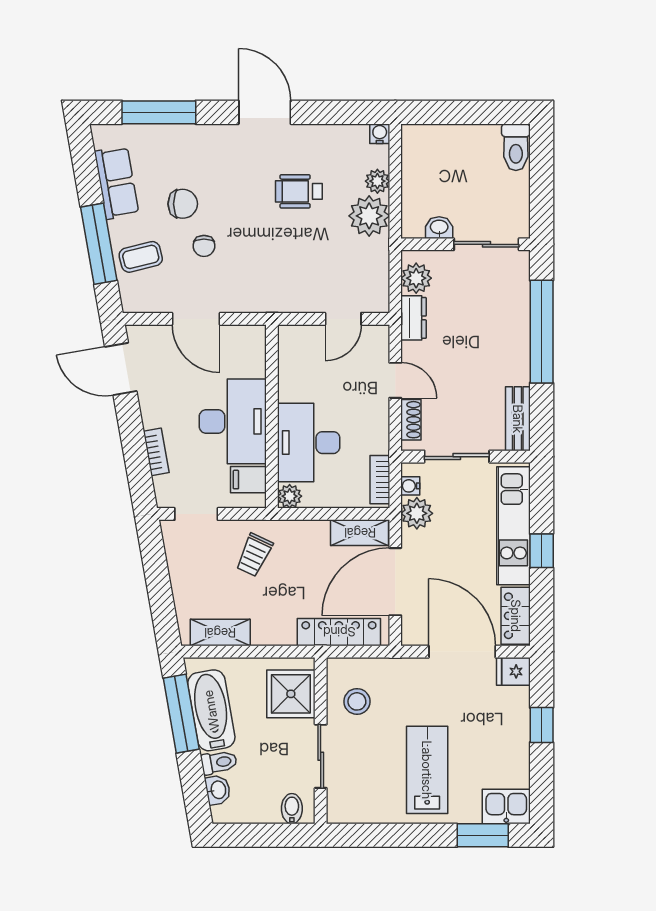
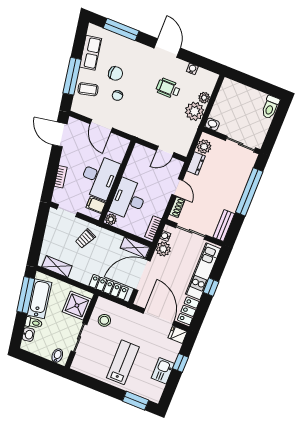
water cooler: (380, 134) -> (192, 69), moved
washbasin: (439, 228) -> (212, 124), moved
kitchen sink: (506, 806) -> (163, 371), moved, turned -90

